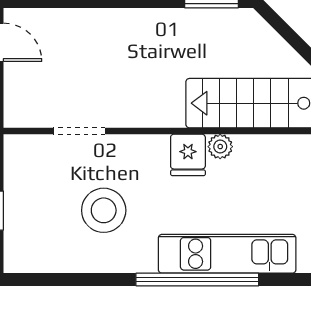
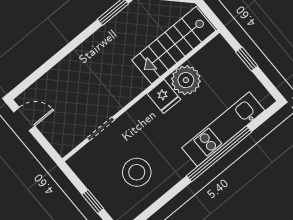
plant: (220, 147) -> (186, 80), width x1.87, depth x1.87
stool: (104, 210) -> (137, 172), moved

